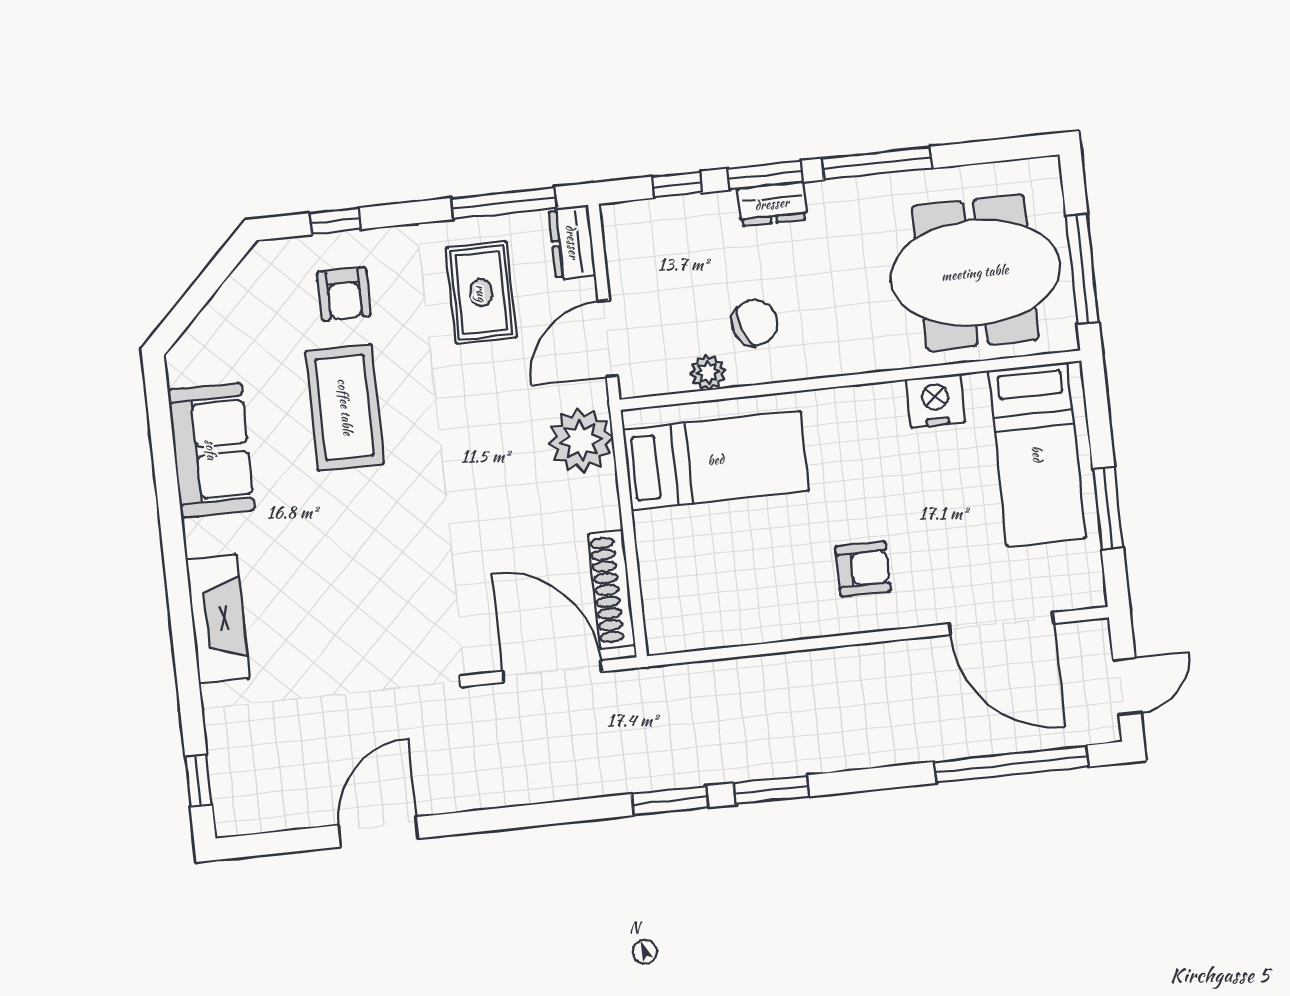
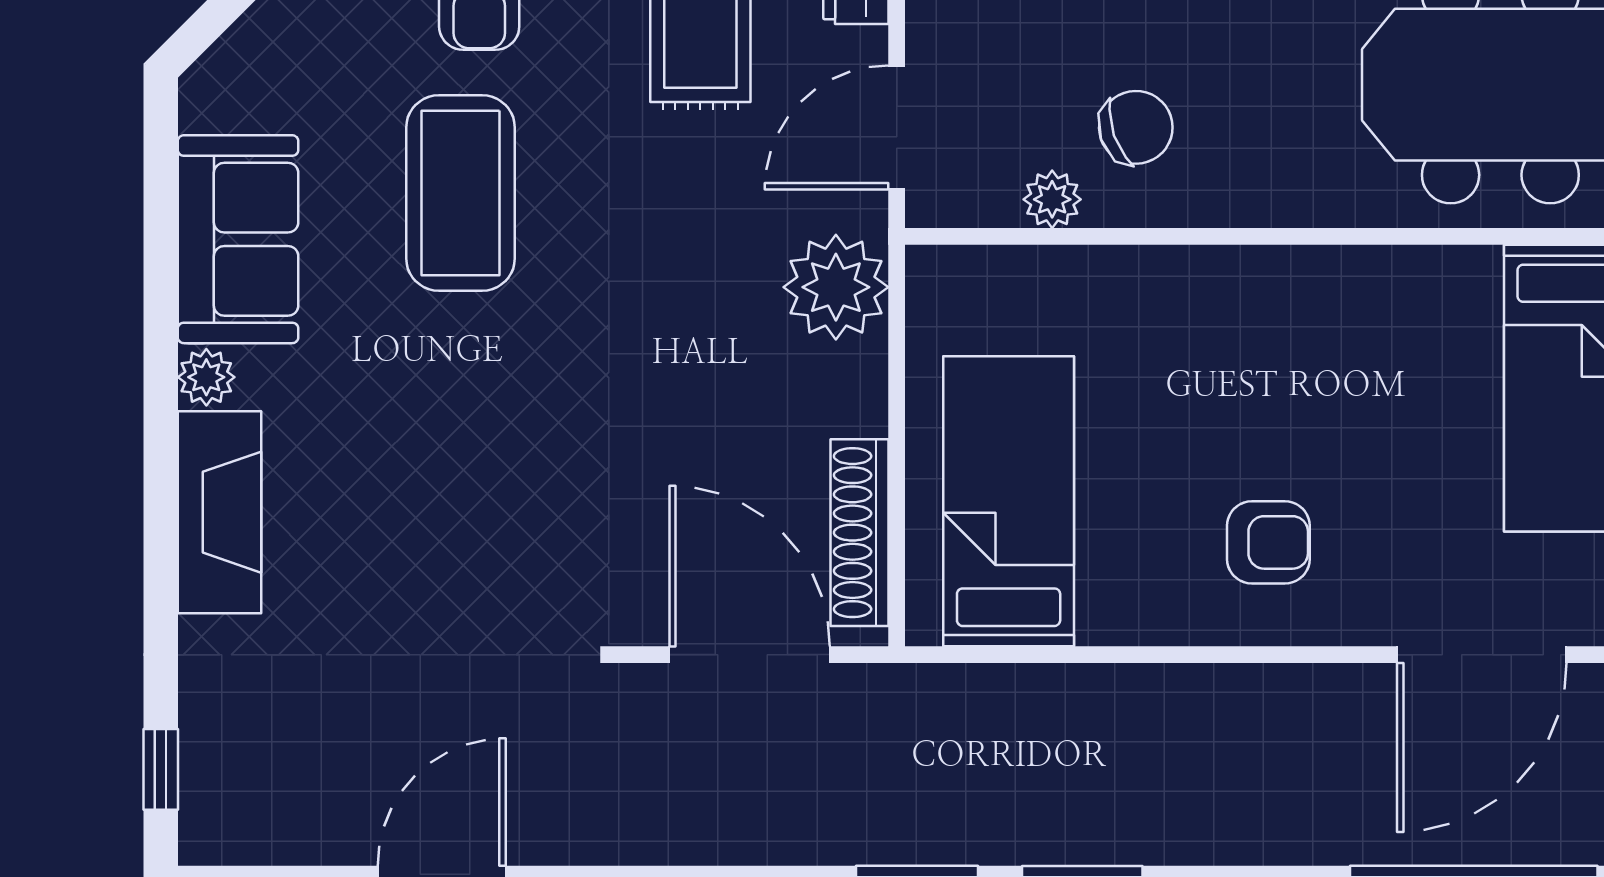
nightstand: (935, 401) -> (1414, 284), removed
bed: (716, 460) -> (1009, 501), moved, turned -90
plant: (201, 537) -> (206, 377), added
door: (1001, 624) -> (1482, 655), hinge flipped

